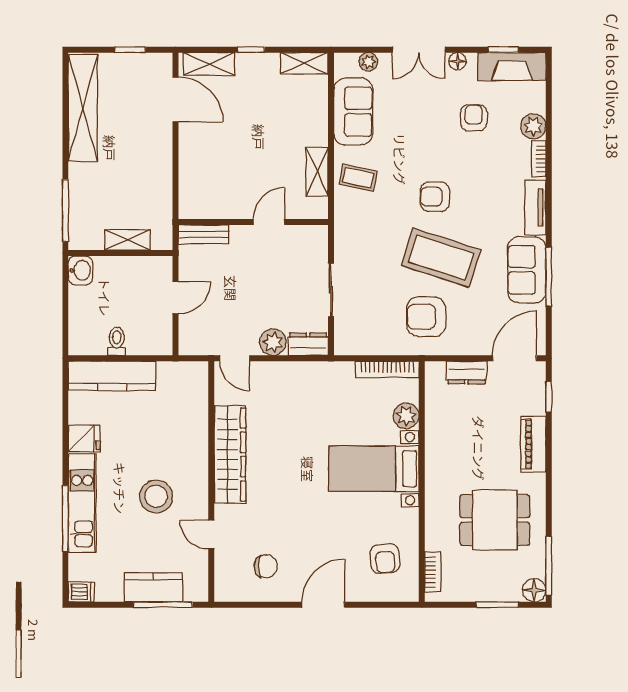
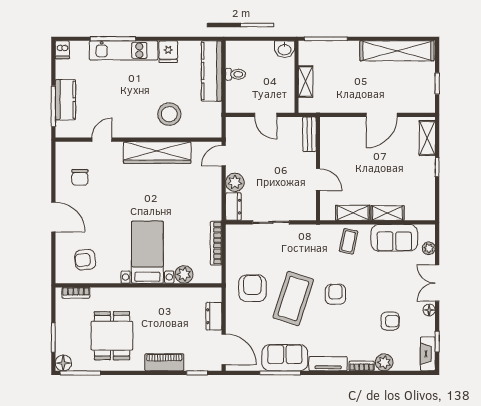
shelving: (304, 63) -> (387, 213), moved, turned 90
fireplace: (512, 67) -> (428, 354), width x0.73, depth x0.76
door: (175, 100) -> (382, 115), moved
bookcase: (387, 369) -> (216, 243), moved
stool: (156, 496) -> (169, 114), moved

